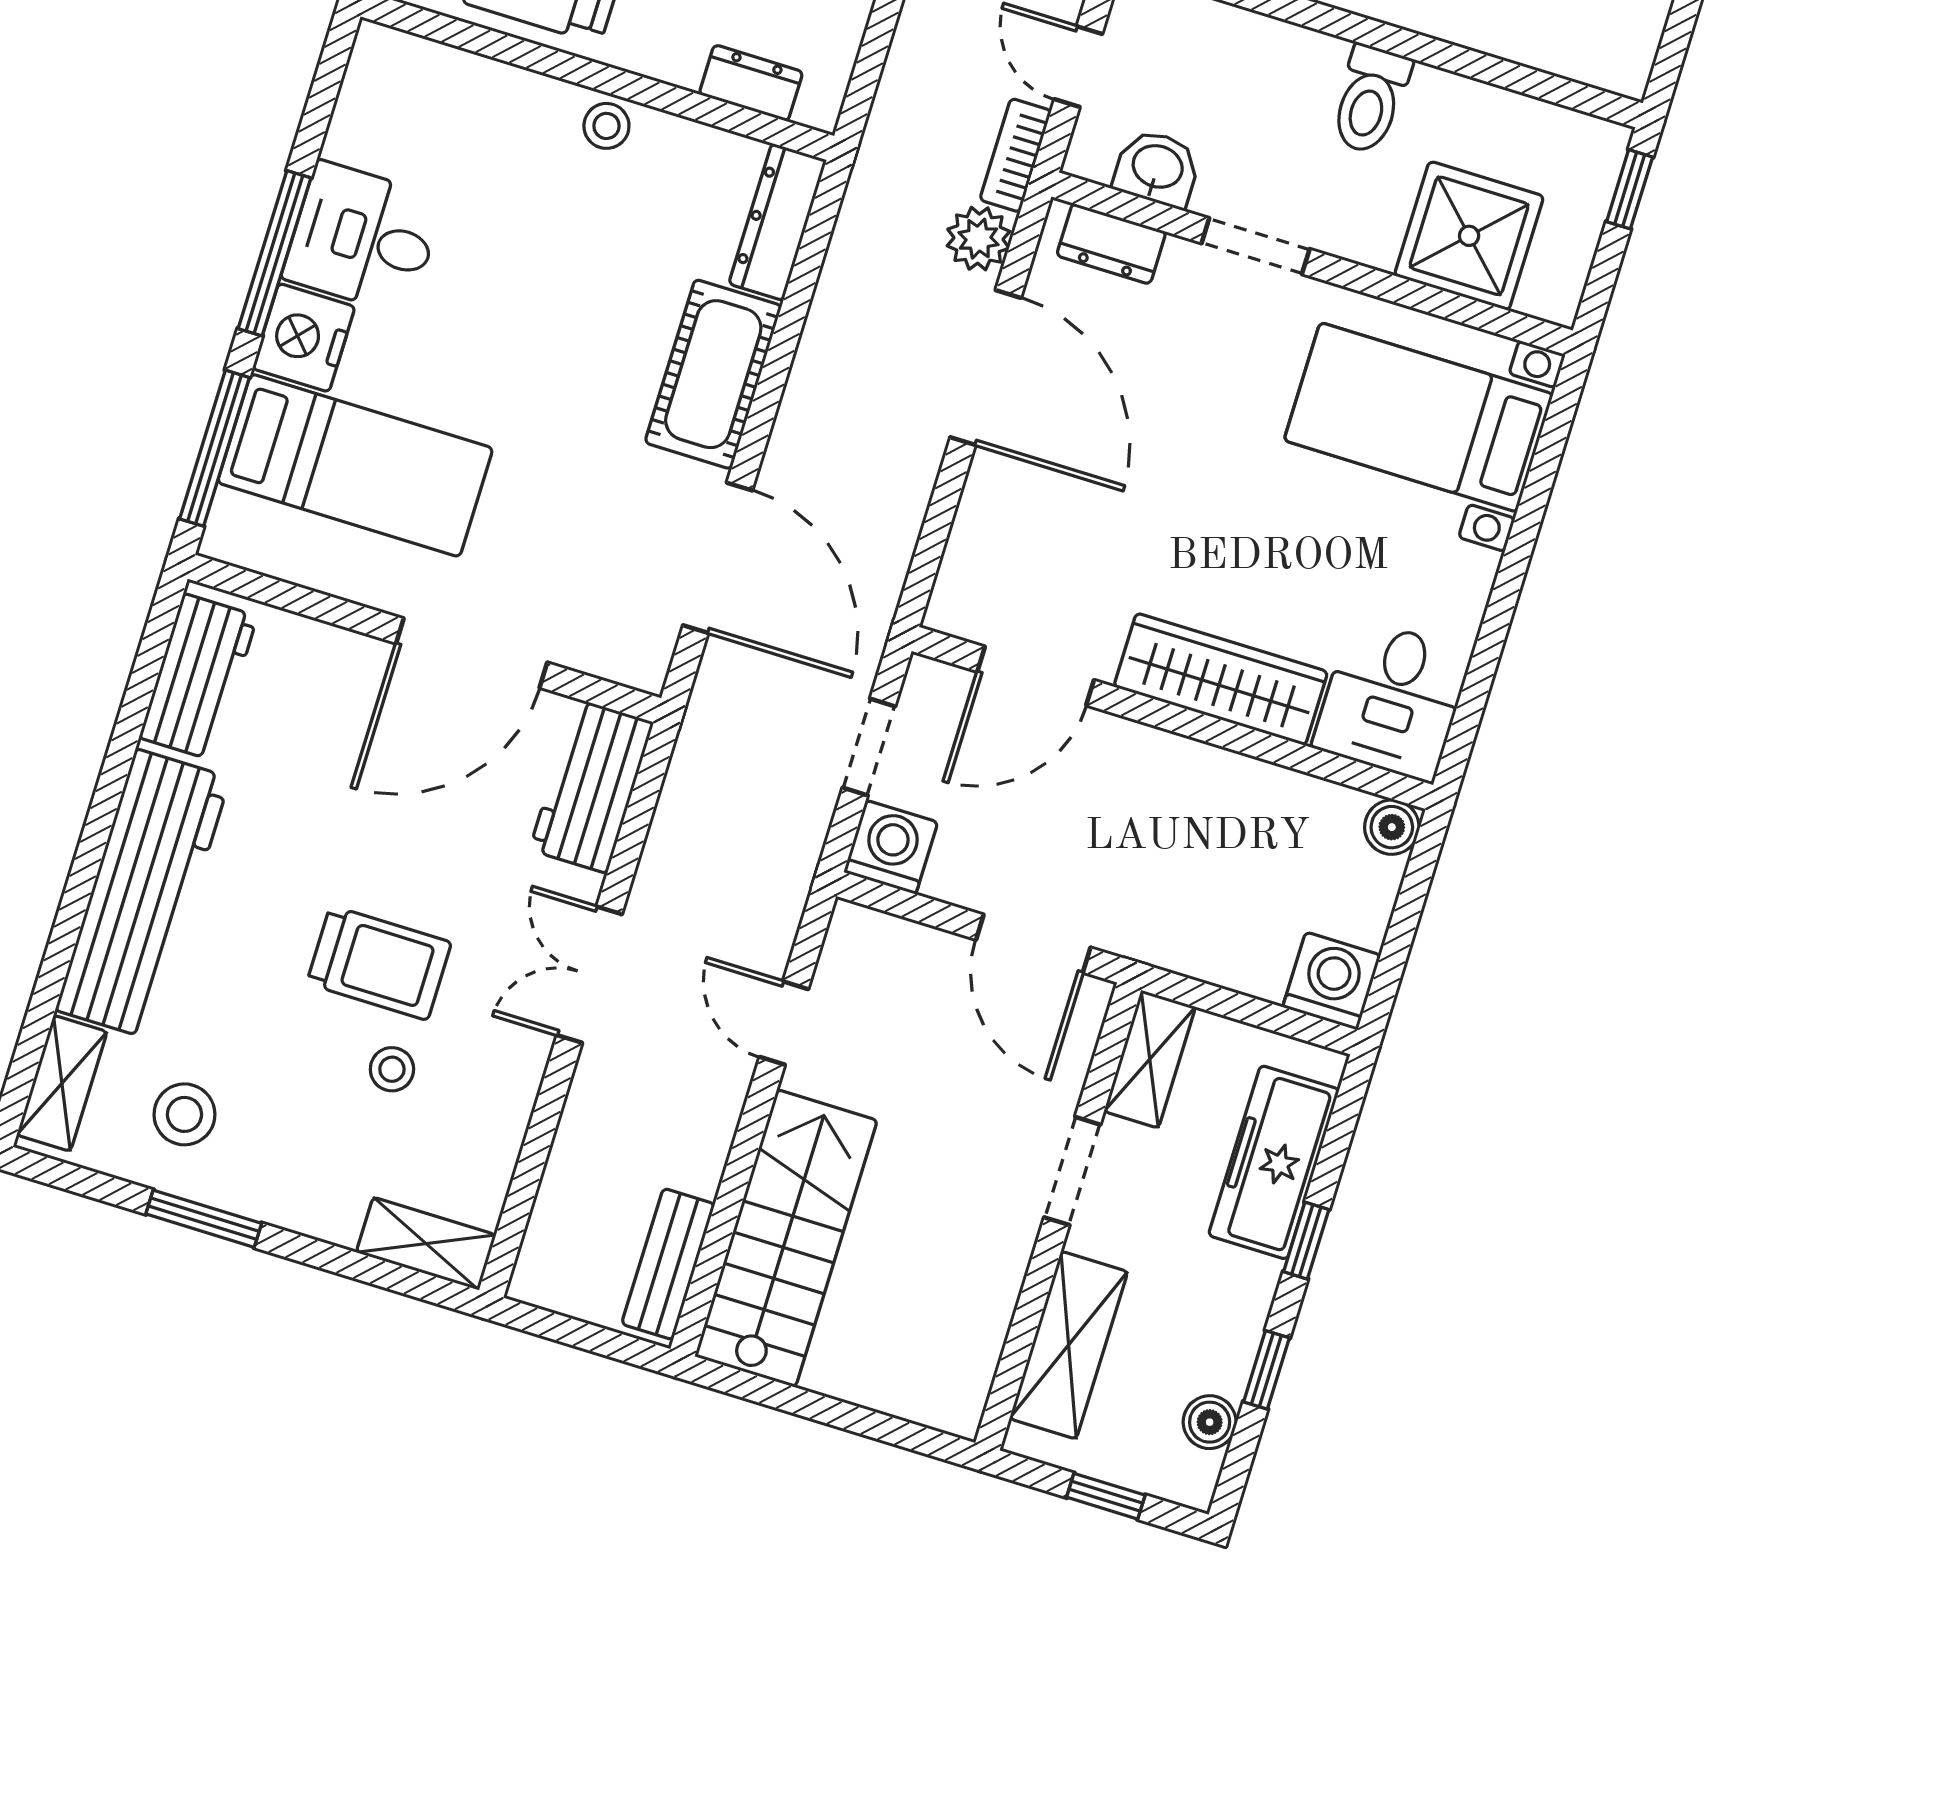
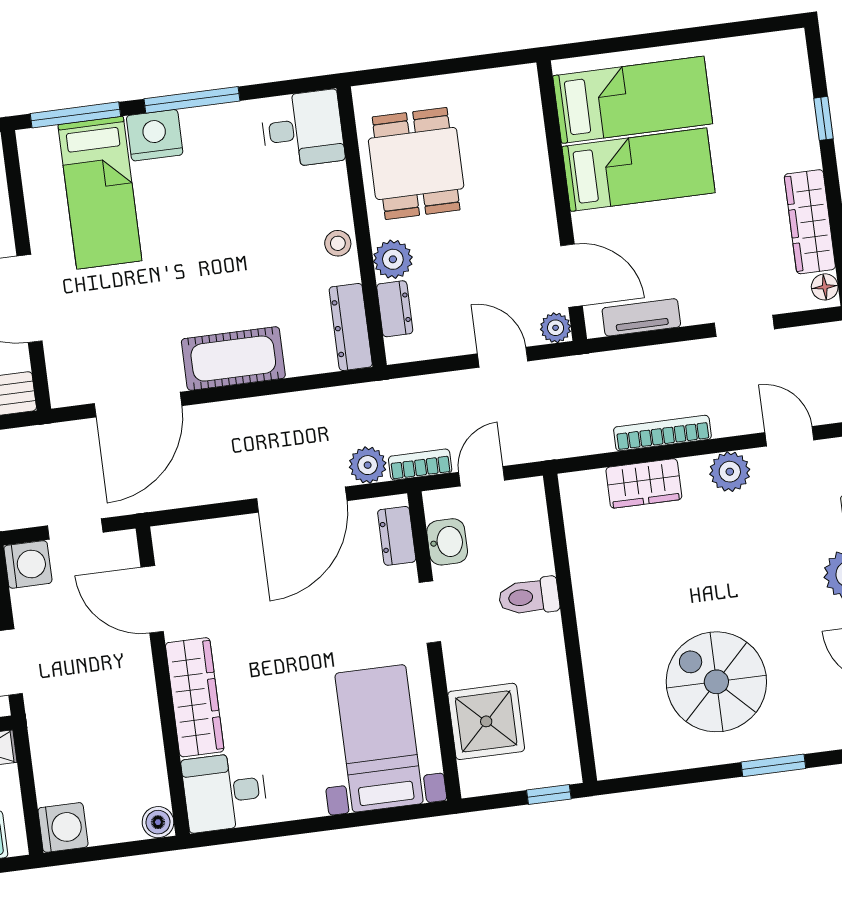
plant: (671, 50) -> (393, 259), added
toilet: (1370, 99) -> (529, 597), moved
dresser: (778, 222) -> (351, 327), moved, turned -90
desk: (363, 238) -> (302, 129), moved, turned 90

